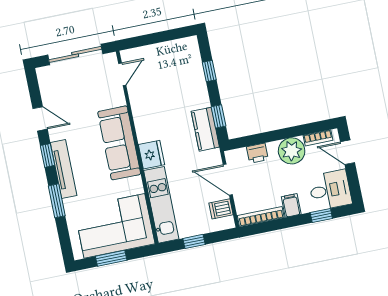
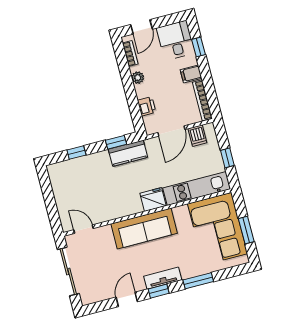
plant: (292, 151) -> (138, 78), width x0.53, depth x0.53
tv unit: (64, 169) -> (163, 278), width x0.71

